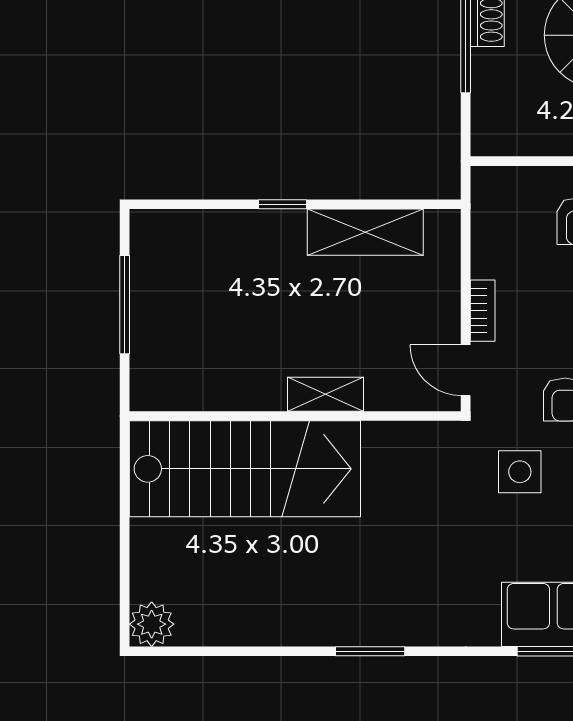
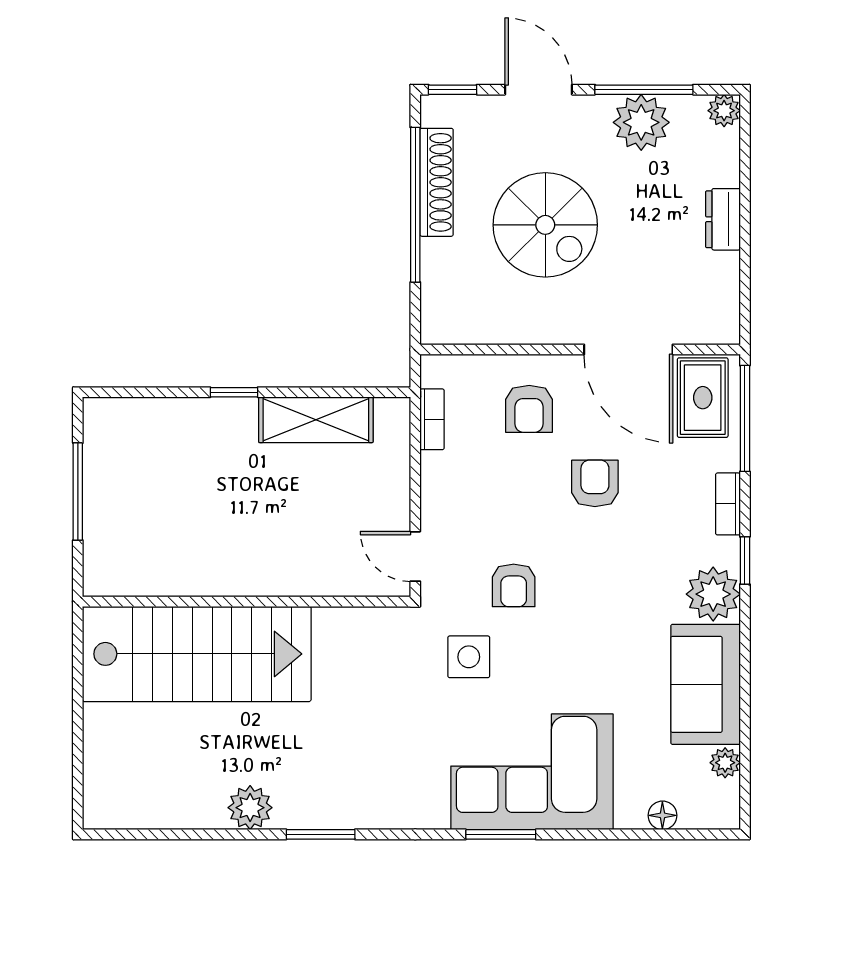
bookcase: (483, 311) -> (432, 419), moved
shelving: (325, 394) -> (277, 580), removed
plant: (152, 624) -> (250, 808), moved

